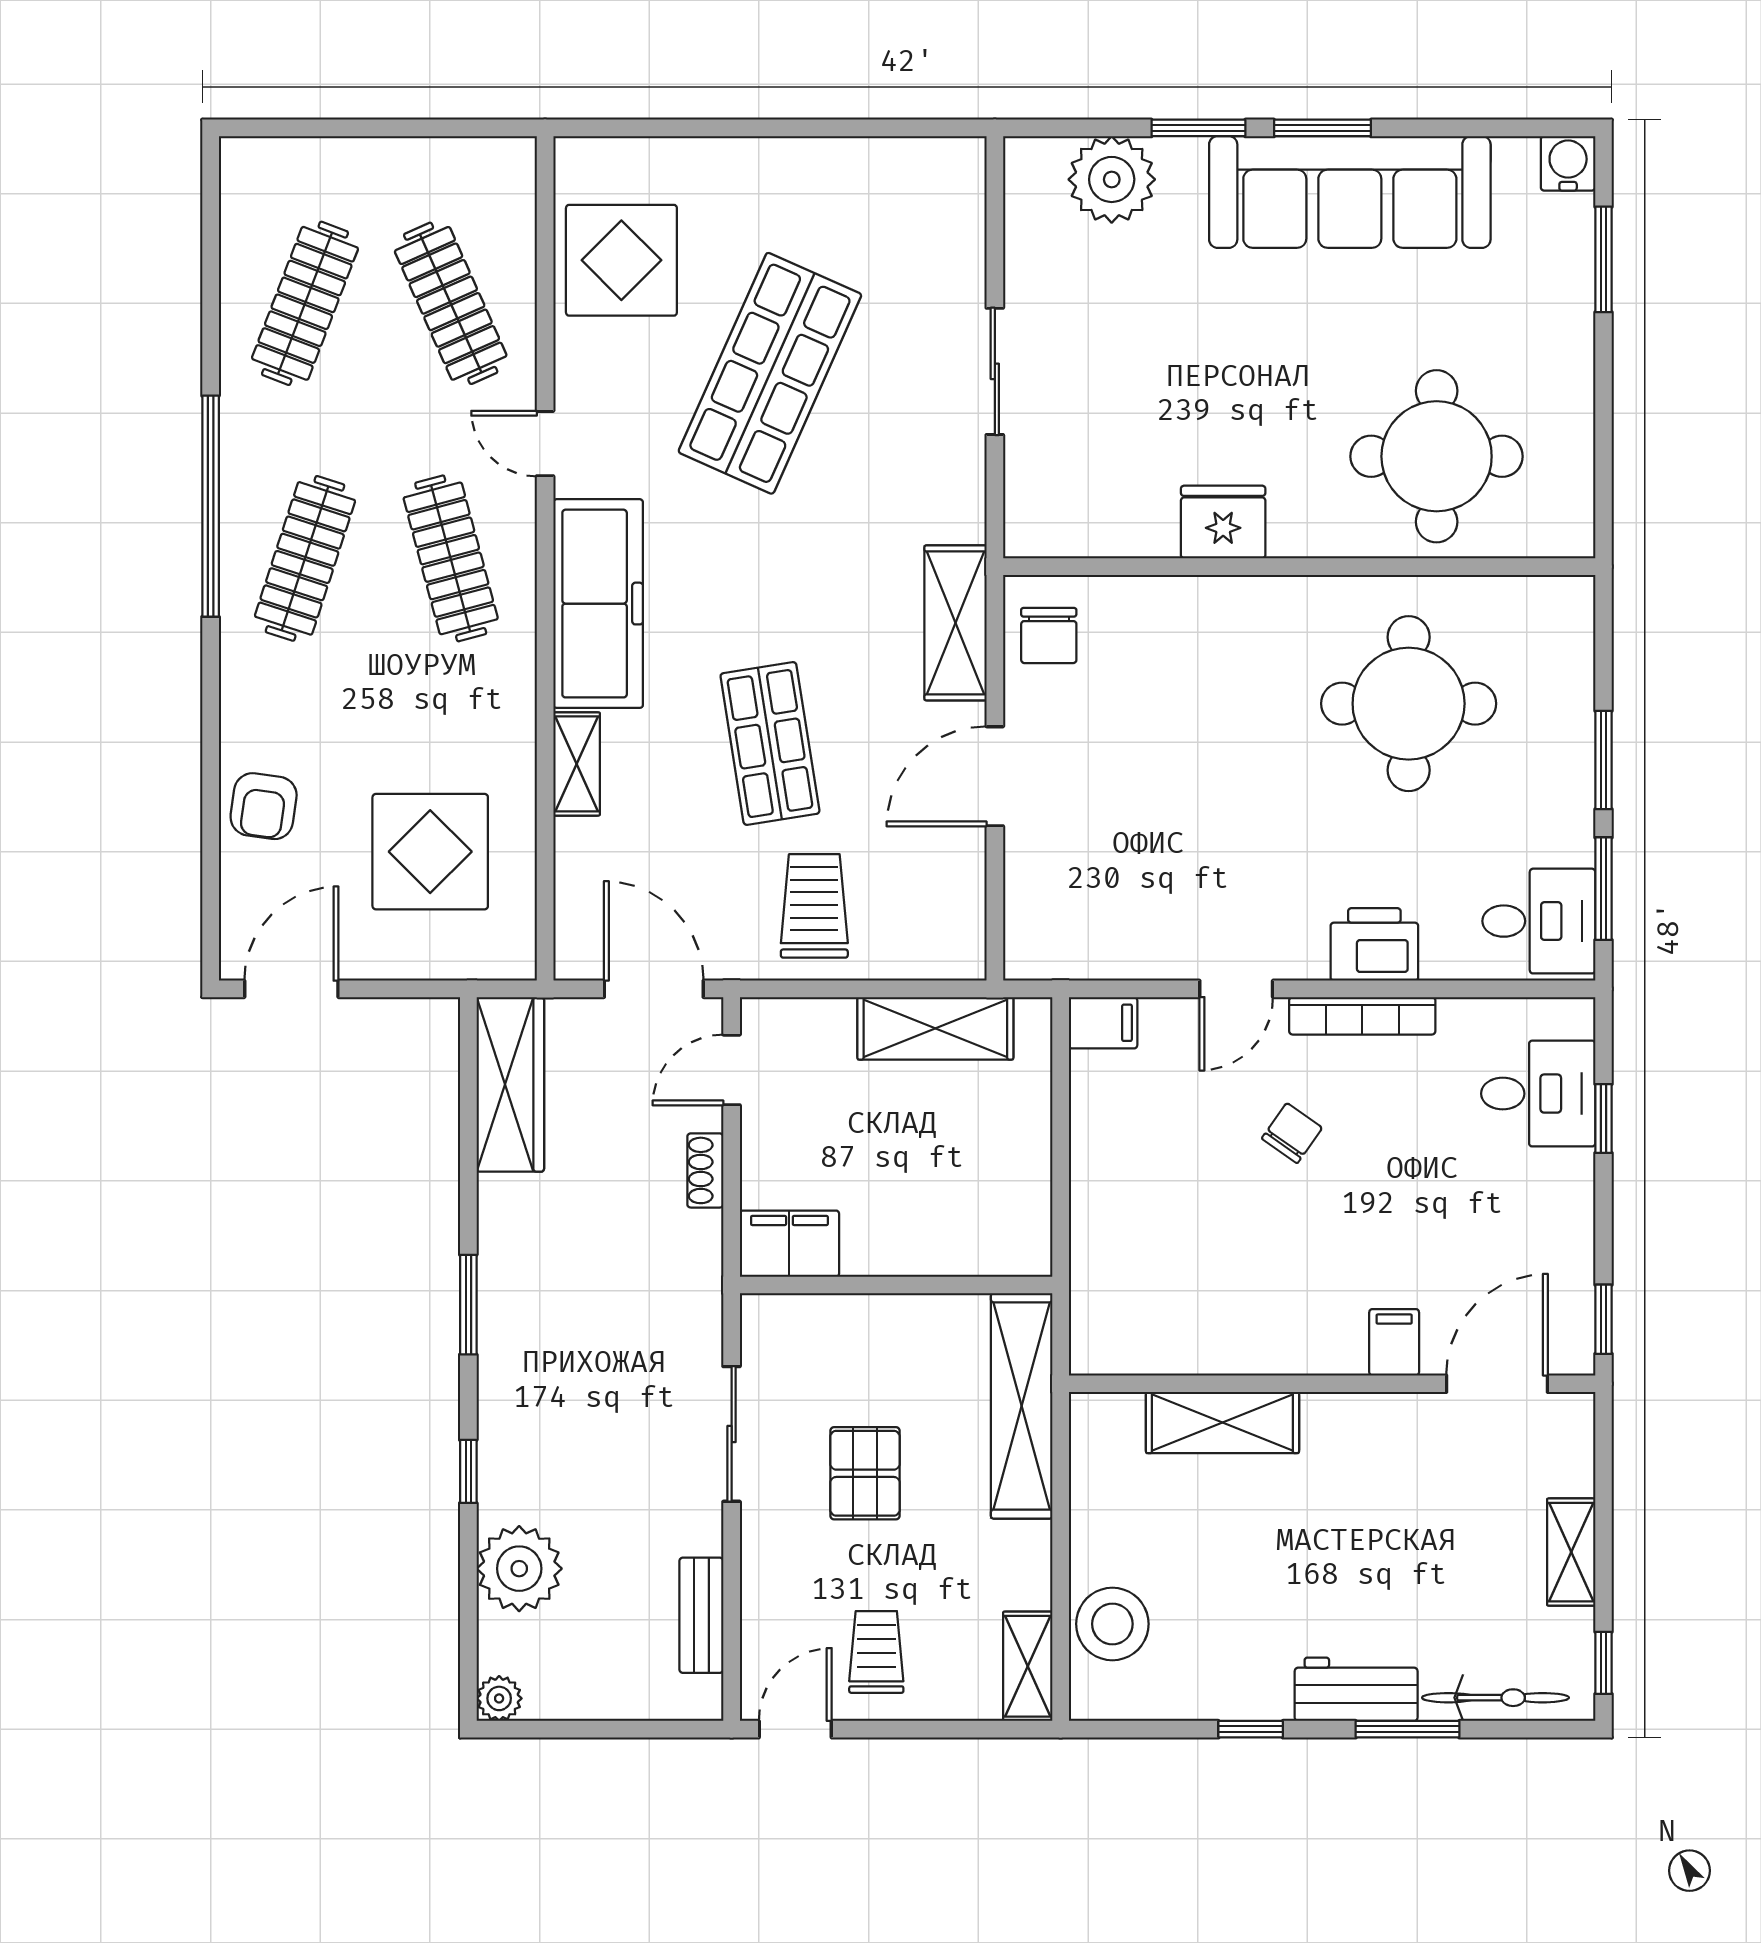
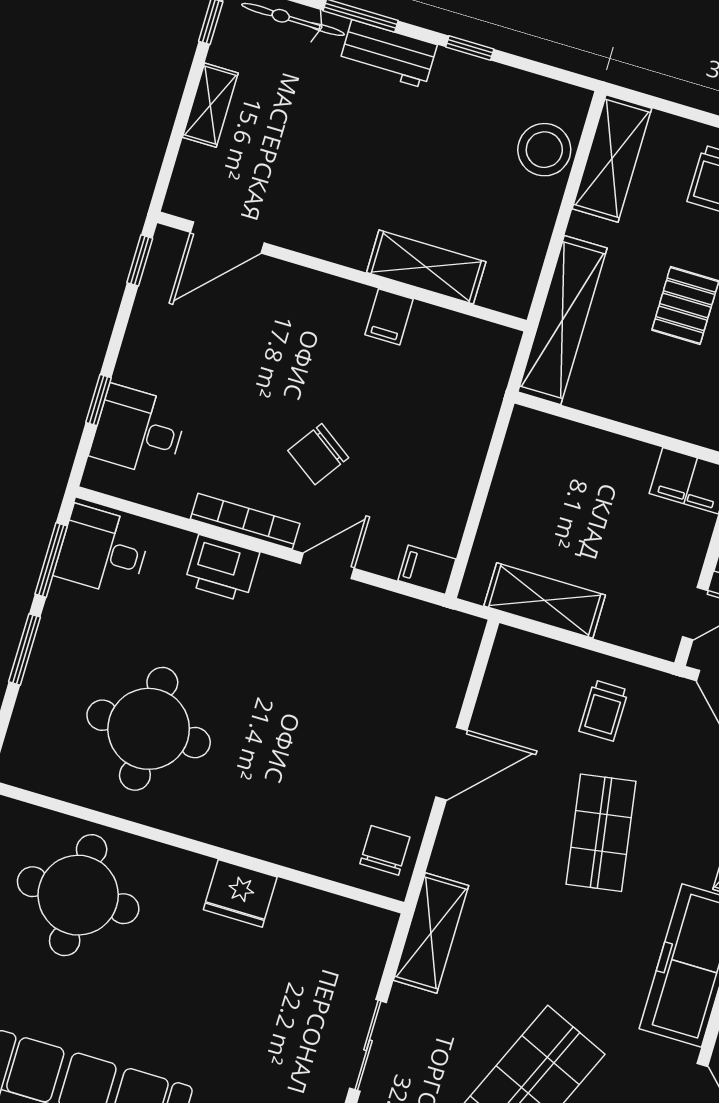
shelving: (956, 623) -> (431, 933), moved
trolley: (814, 906) -> (604, 711), width x0.73, depth x0.72
chair: (1292, 1133) -> (318, 454), width x1.37, depth x1.37
filing cabinet: (1394, 1342) -> (389, 317), moved
shelving: (1028, 1666) -> (612, 158), width x1.50, depth x1.33

